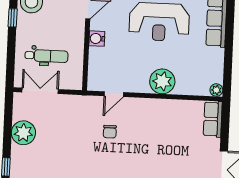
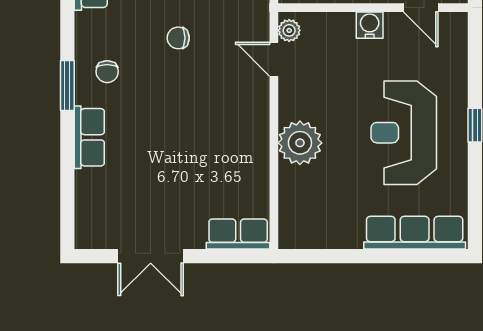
plant: (216, 90) -> (289, 30), moved
chair: (110, 132) -> (178, 38), moved

